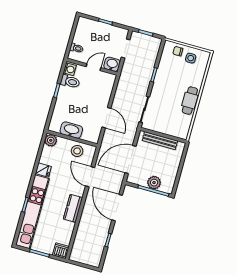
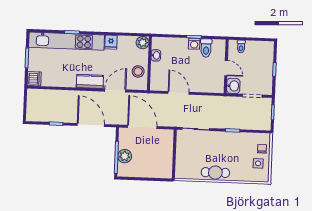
washing machine: (70, 69) -> (194, 44), moved
door: (106, 118) -> (179, 93), swing flipped
washbasin: (71, 130) -> (156, 55), width x0.52, depth x0.69
bench: (160, 141) -> (168, 152), removed
kitchen counter: (73, 208) -> (90, 81), moved
door: (117, 208) -> (91, 125), hinge flipped

